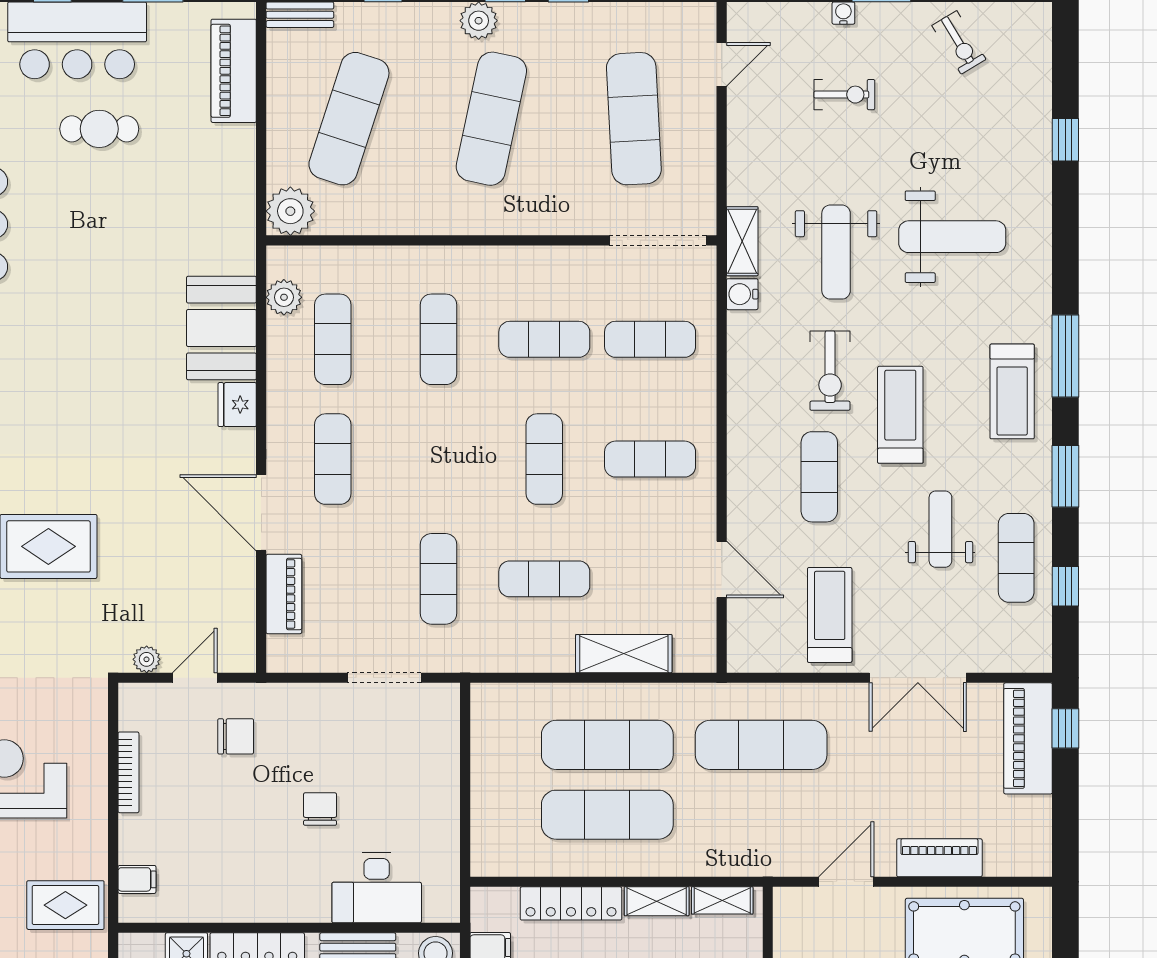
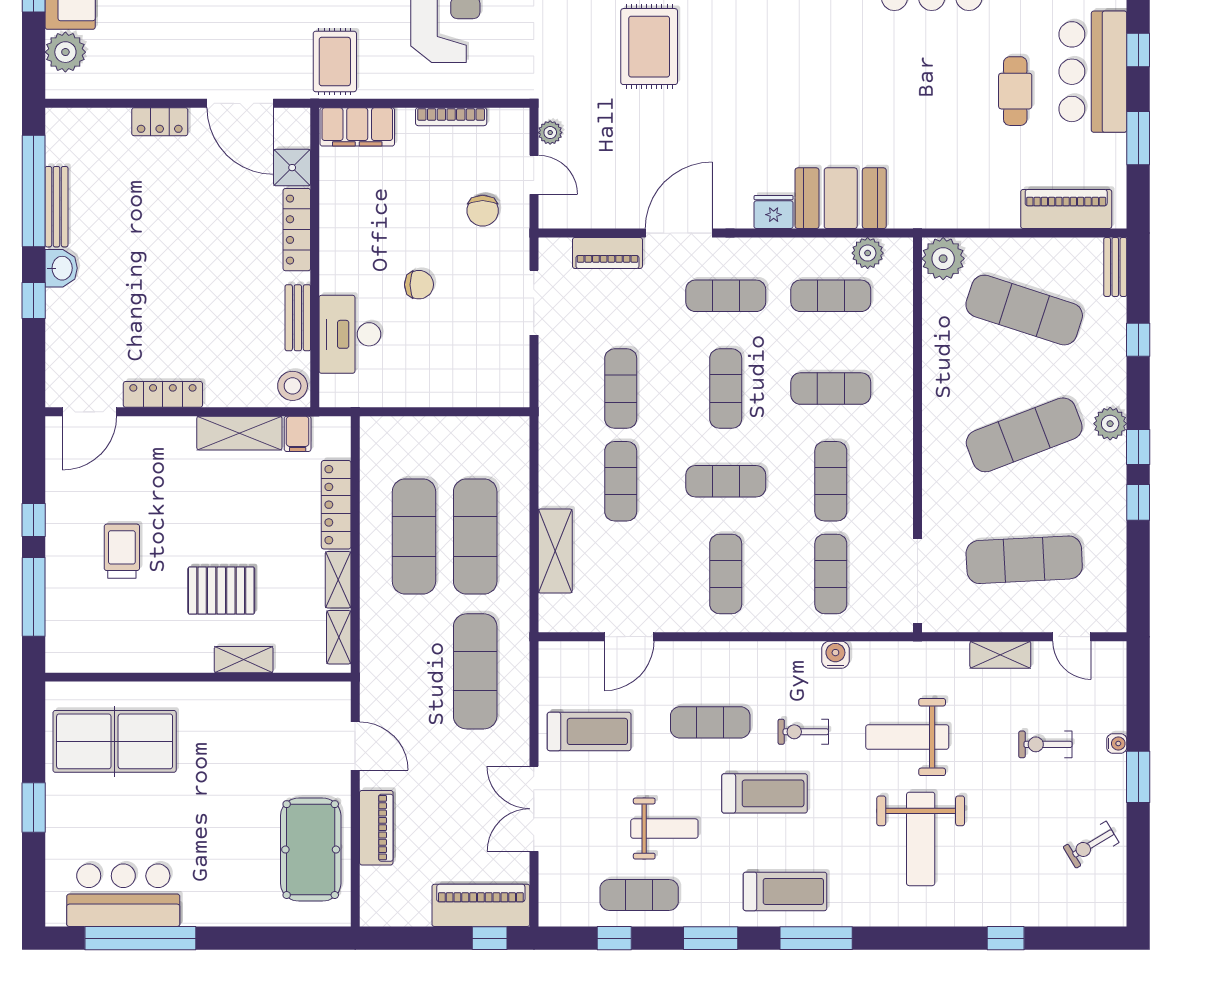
exercise bike: (844, 95) -> (1045, 744), turned 90
exercise mat: (491, 119) -> (1024, 435), turned -33
shelving: (742, 241) -> (1000, 655), moved
water cooler: (742, 294) -> (835, 655), moved
exercise bike: (830, 371) -> (803, 732), width x0.73, depth x0.72
treadmill: (1012, 391) -> (785, 891), turned 180
exercise mat: (439, 459) -> (726, 389), added
exercise mat: (439, 579) -> (621, 389), turned 90
doorway: (384, 678) -> (534, 303), moved
filing cabinet: (137, 879) -> (357, 127), width x3.00, depth x1.17

